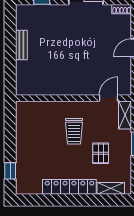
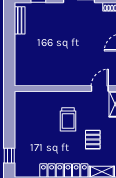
bench: (21, 45) -> (20, 20), moved

